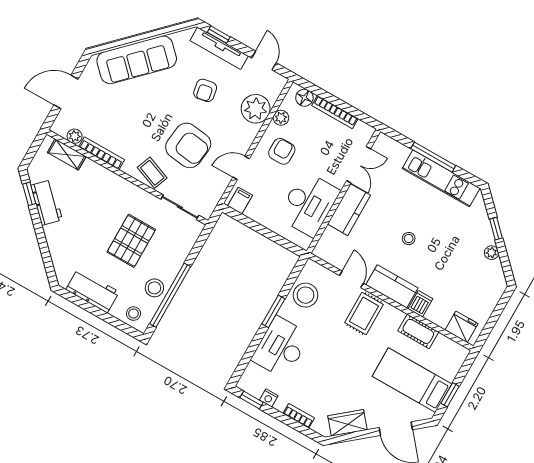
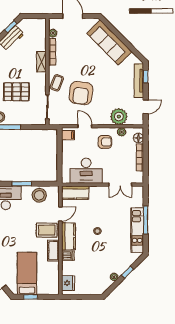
armchair: (205, 90) -> (114, 86), removed
shelving: (67, 154) -> (41, 62), moved
kitchen counter: (349, 210) -> (75, 193), moved
cot: (418, 331) -> (53, 251), moved

